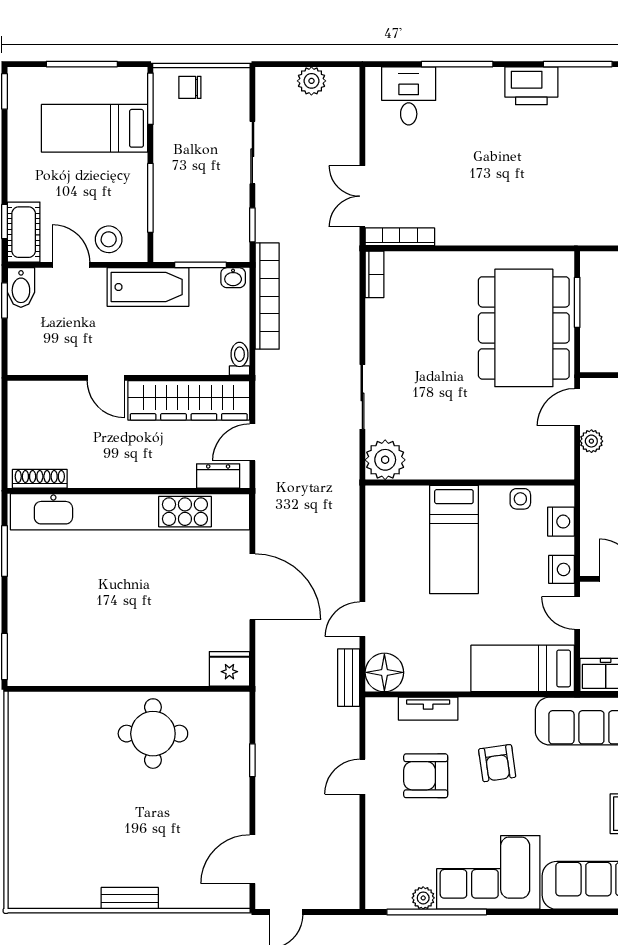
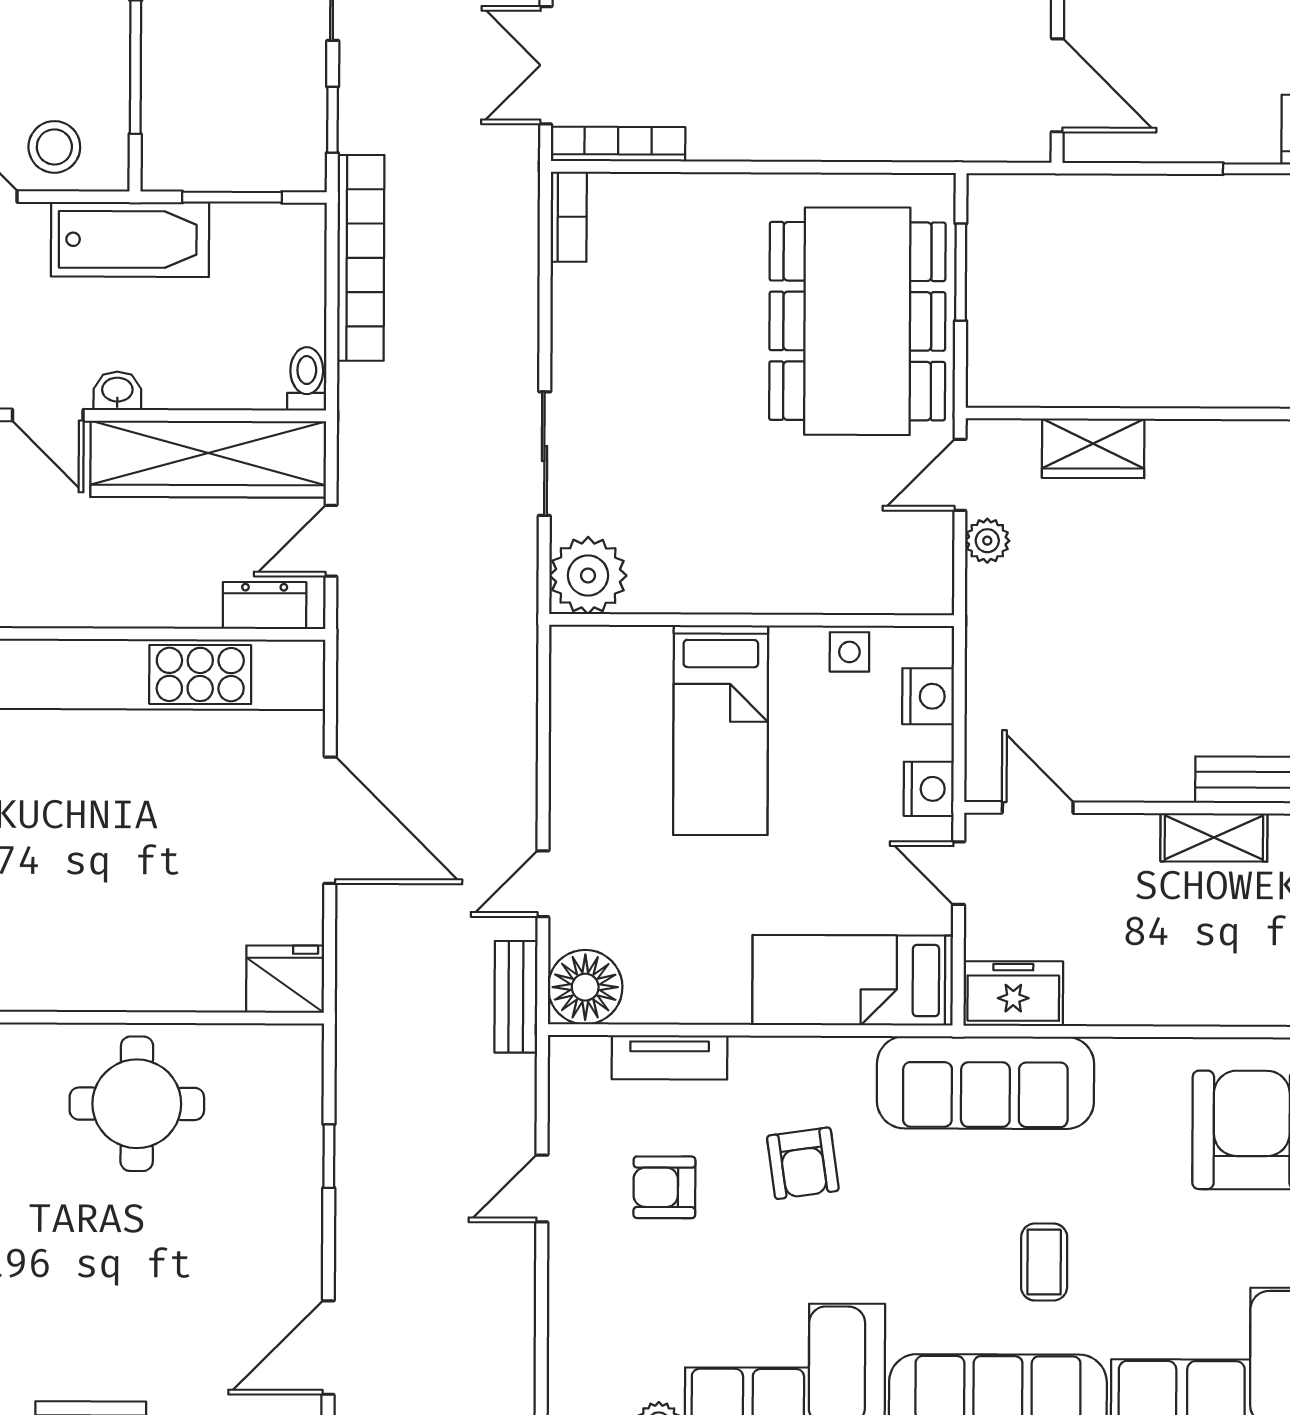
washbasin: (233, 278) -> (117, 391), moved, turned 180
armchair: (426, 776) -> (664, 1187), width x0.72, depth x0.72

